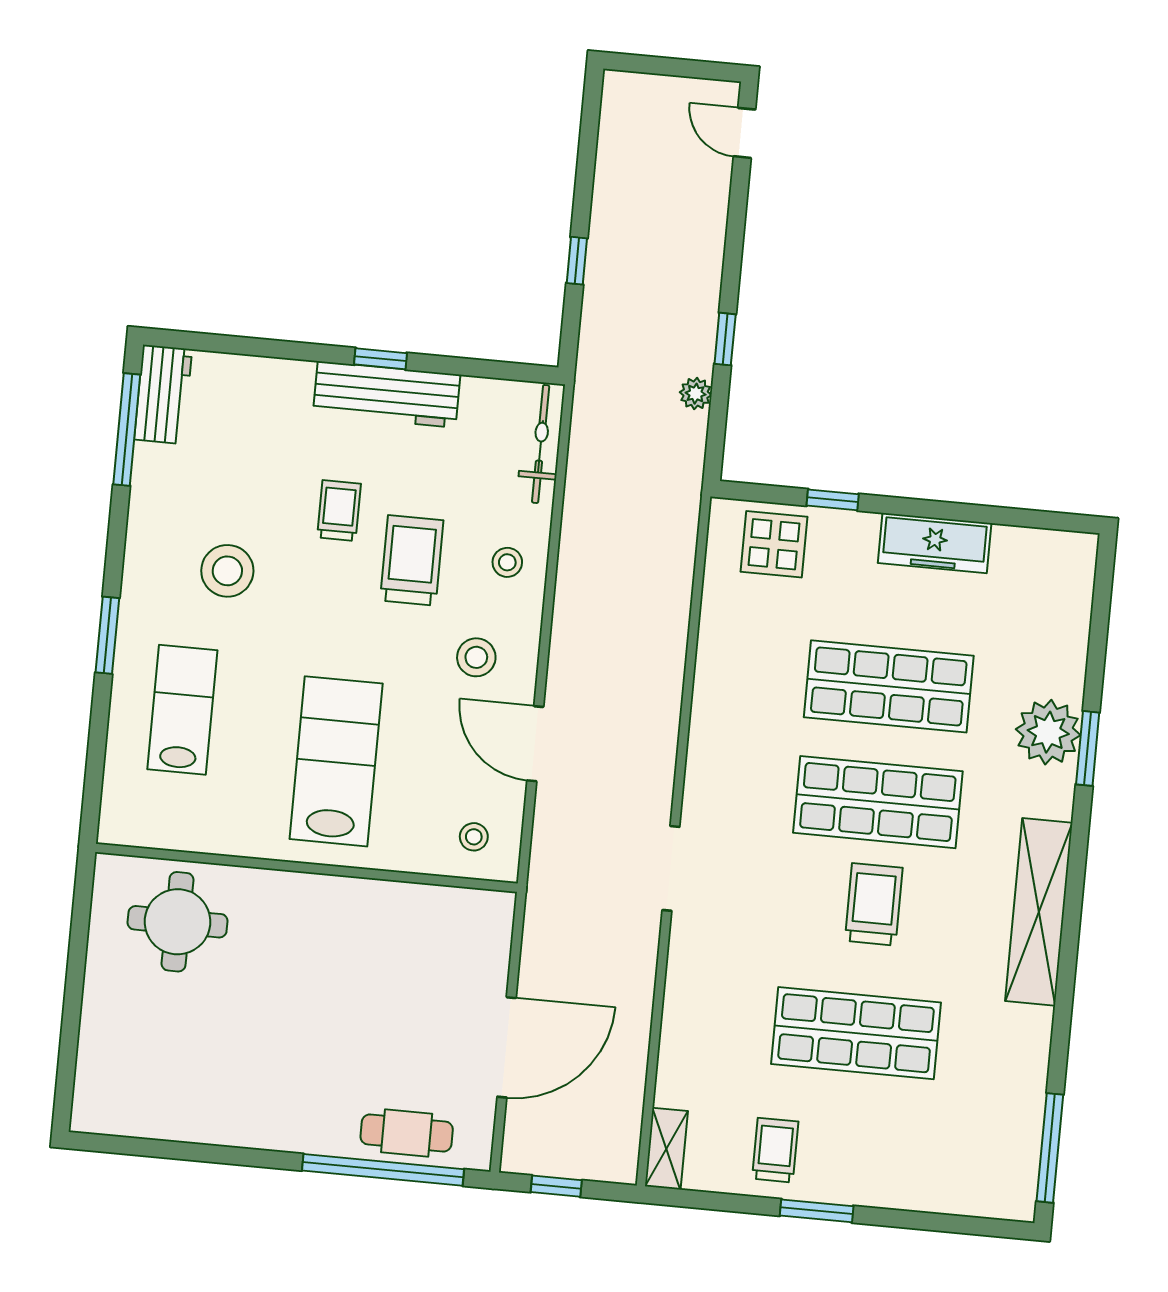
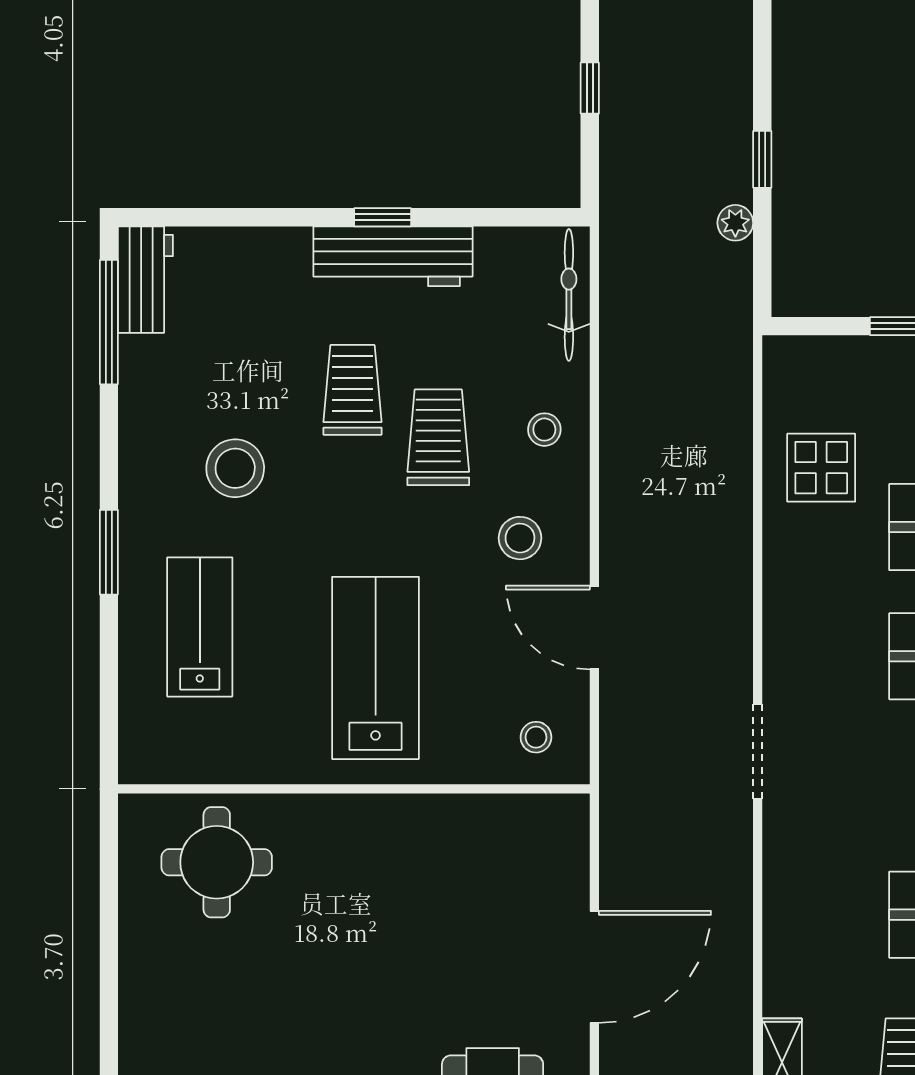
trolley: (339, 511) -> (352, 390), width x1.36, depth x1.39
display table: (774, 544) -> (821, 468), moved

